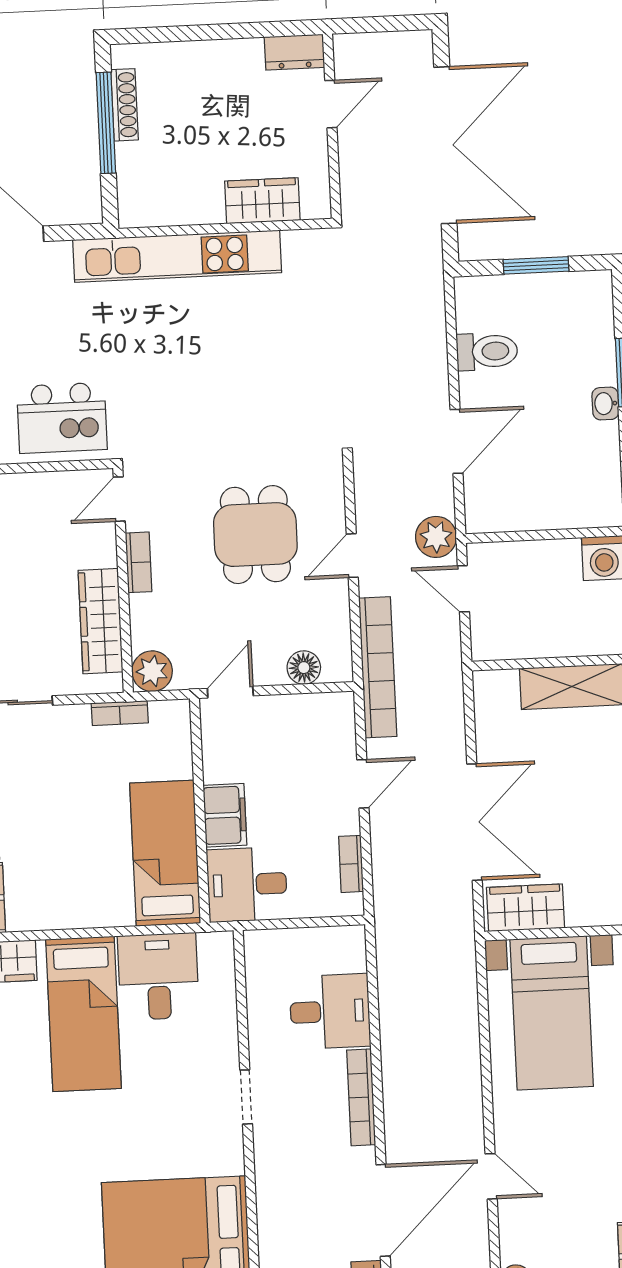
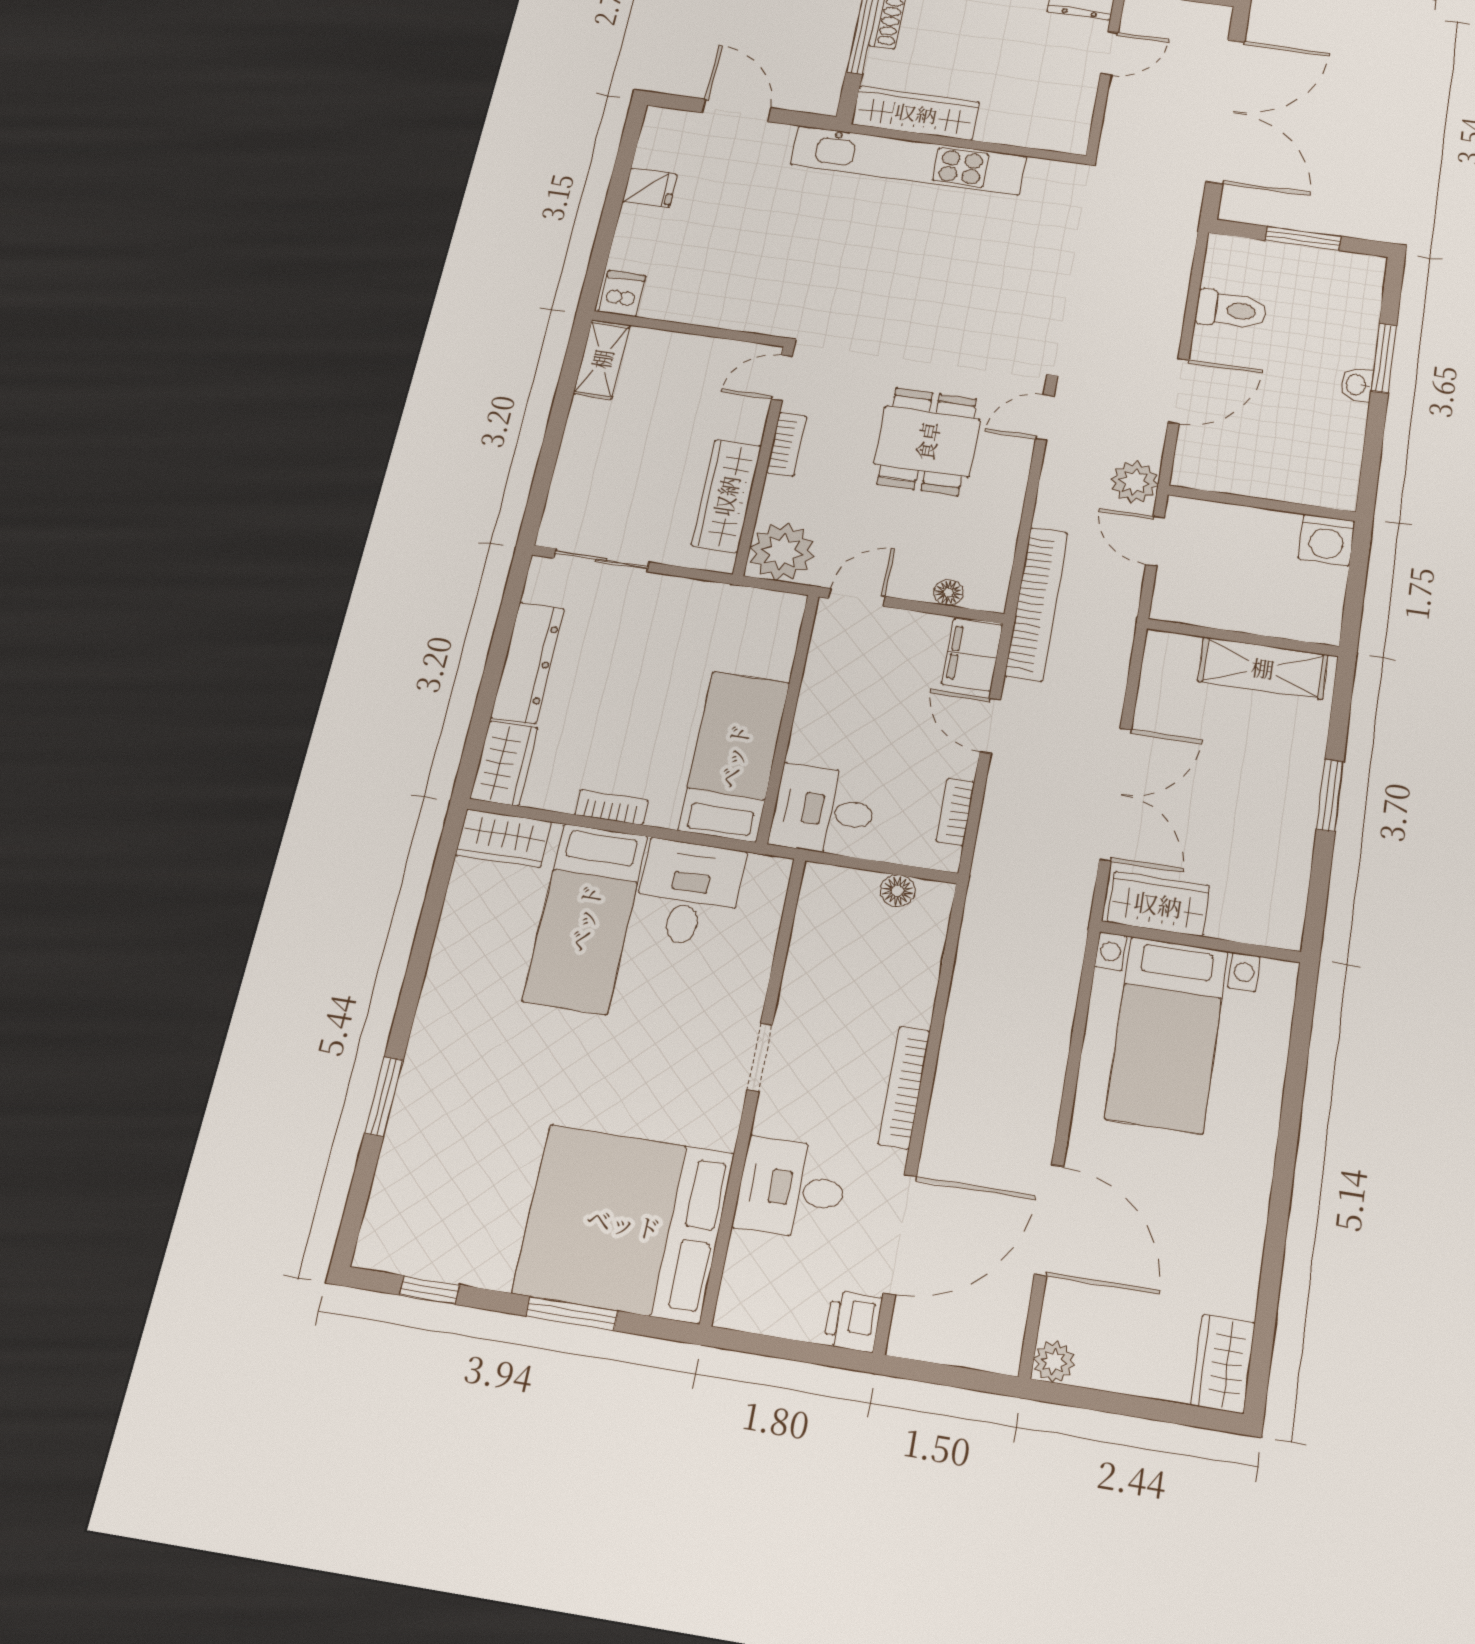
wardrobe: (262, 201) -> (916, 113), moved, width x1.50
kitchen island: (62, 418) -> (740, 288), removed
door: (352, 556) -> (1045, 418), moved
floor lamp: (304, 668) -> (949, 593), width x0.73, depth x0.73
plant: (152, 671) -> (782, 552), width x1.36, depth x1.36
bookcase: (120, 713) -> (611, 807), moved, turned 180
door: (363, 784) -> (990, 726), swing flipped
filing cabinet: (225, 815) -> (972, 655), moved, turned 180
floor lamp: (321, 940) -> (898, 891), added
desk: (330, 1011) -> (791, 1189), moved, turned 180
door: (491, 1176) -> (1049, 1220), width x1.87

